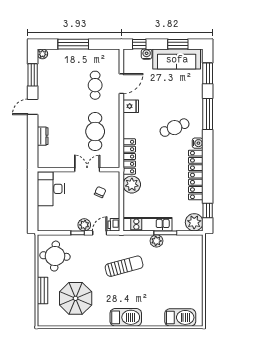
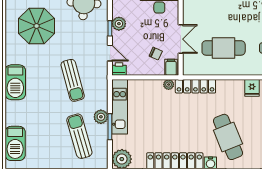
cafe table: (175, 128) -> (228, 137), width x1.37, depth x1.35
filing cabinet: (112, 178) -> (171, 67), added
plant: (132, 185) -> (169, 85), width x0.53, depth x0.53
plant: (84, 225) -> (119, 24), moved
sun lounger: (174, 260) -> (79, 136), added

